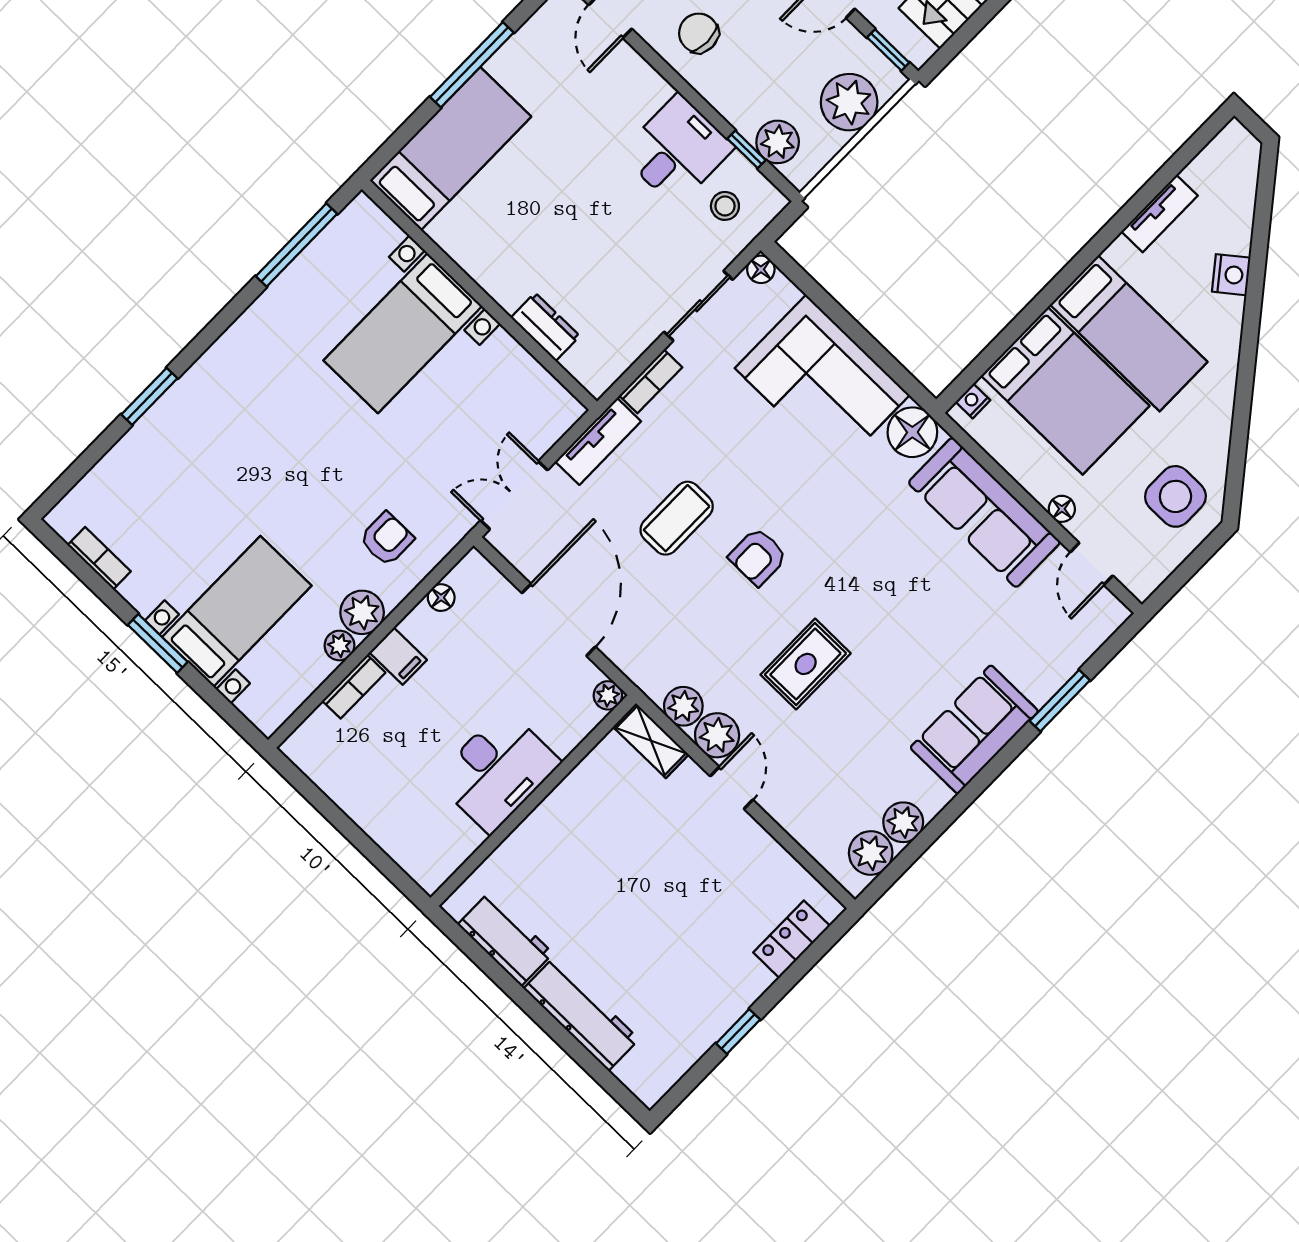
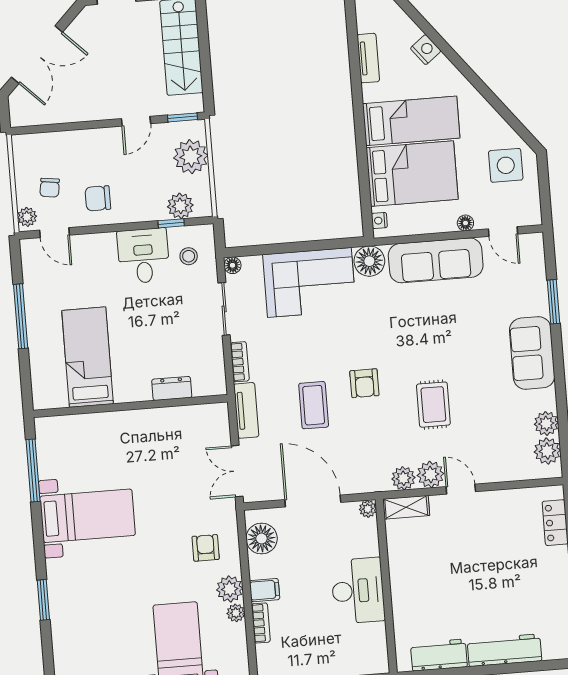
bed: (451, 149) -> (88, 357), moved
bed with nightstands: (403, 333) -> (88, 516), moved, turned -90
floor lamp: (441, 598) -> (262, 539), width x1.89, depth x1.89

